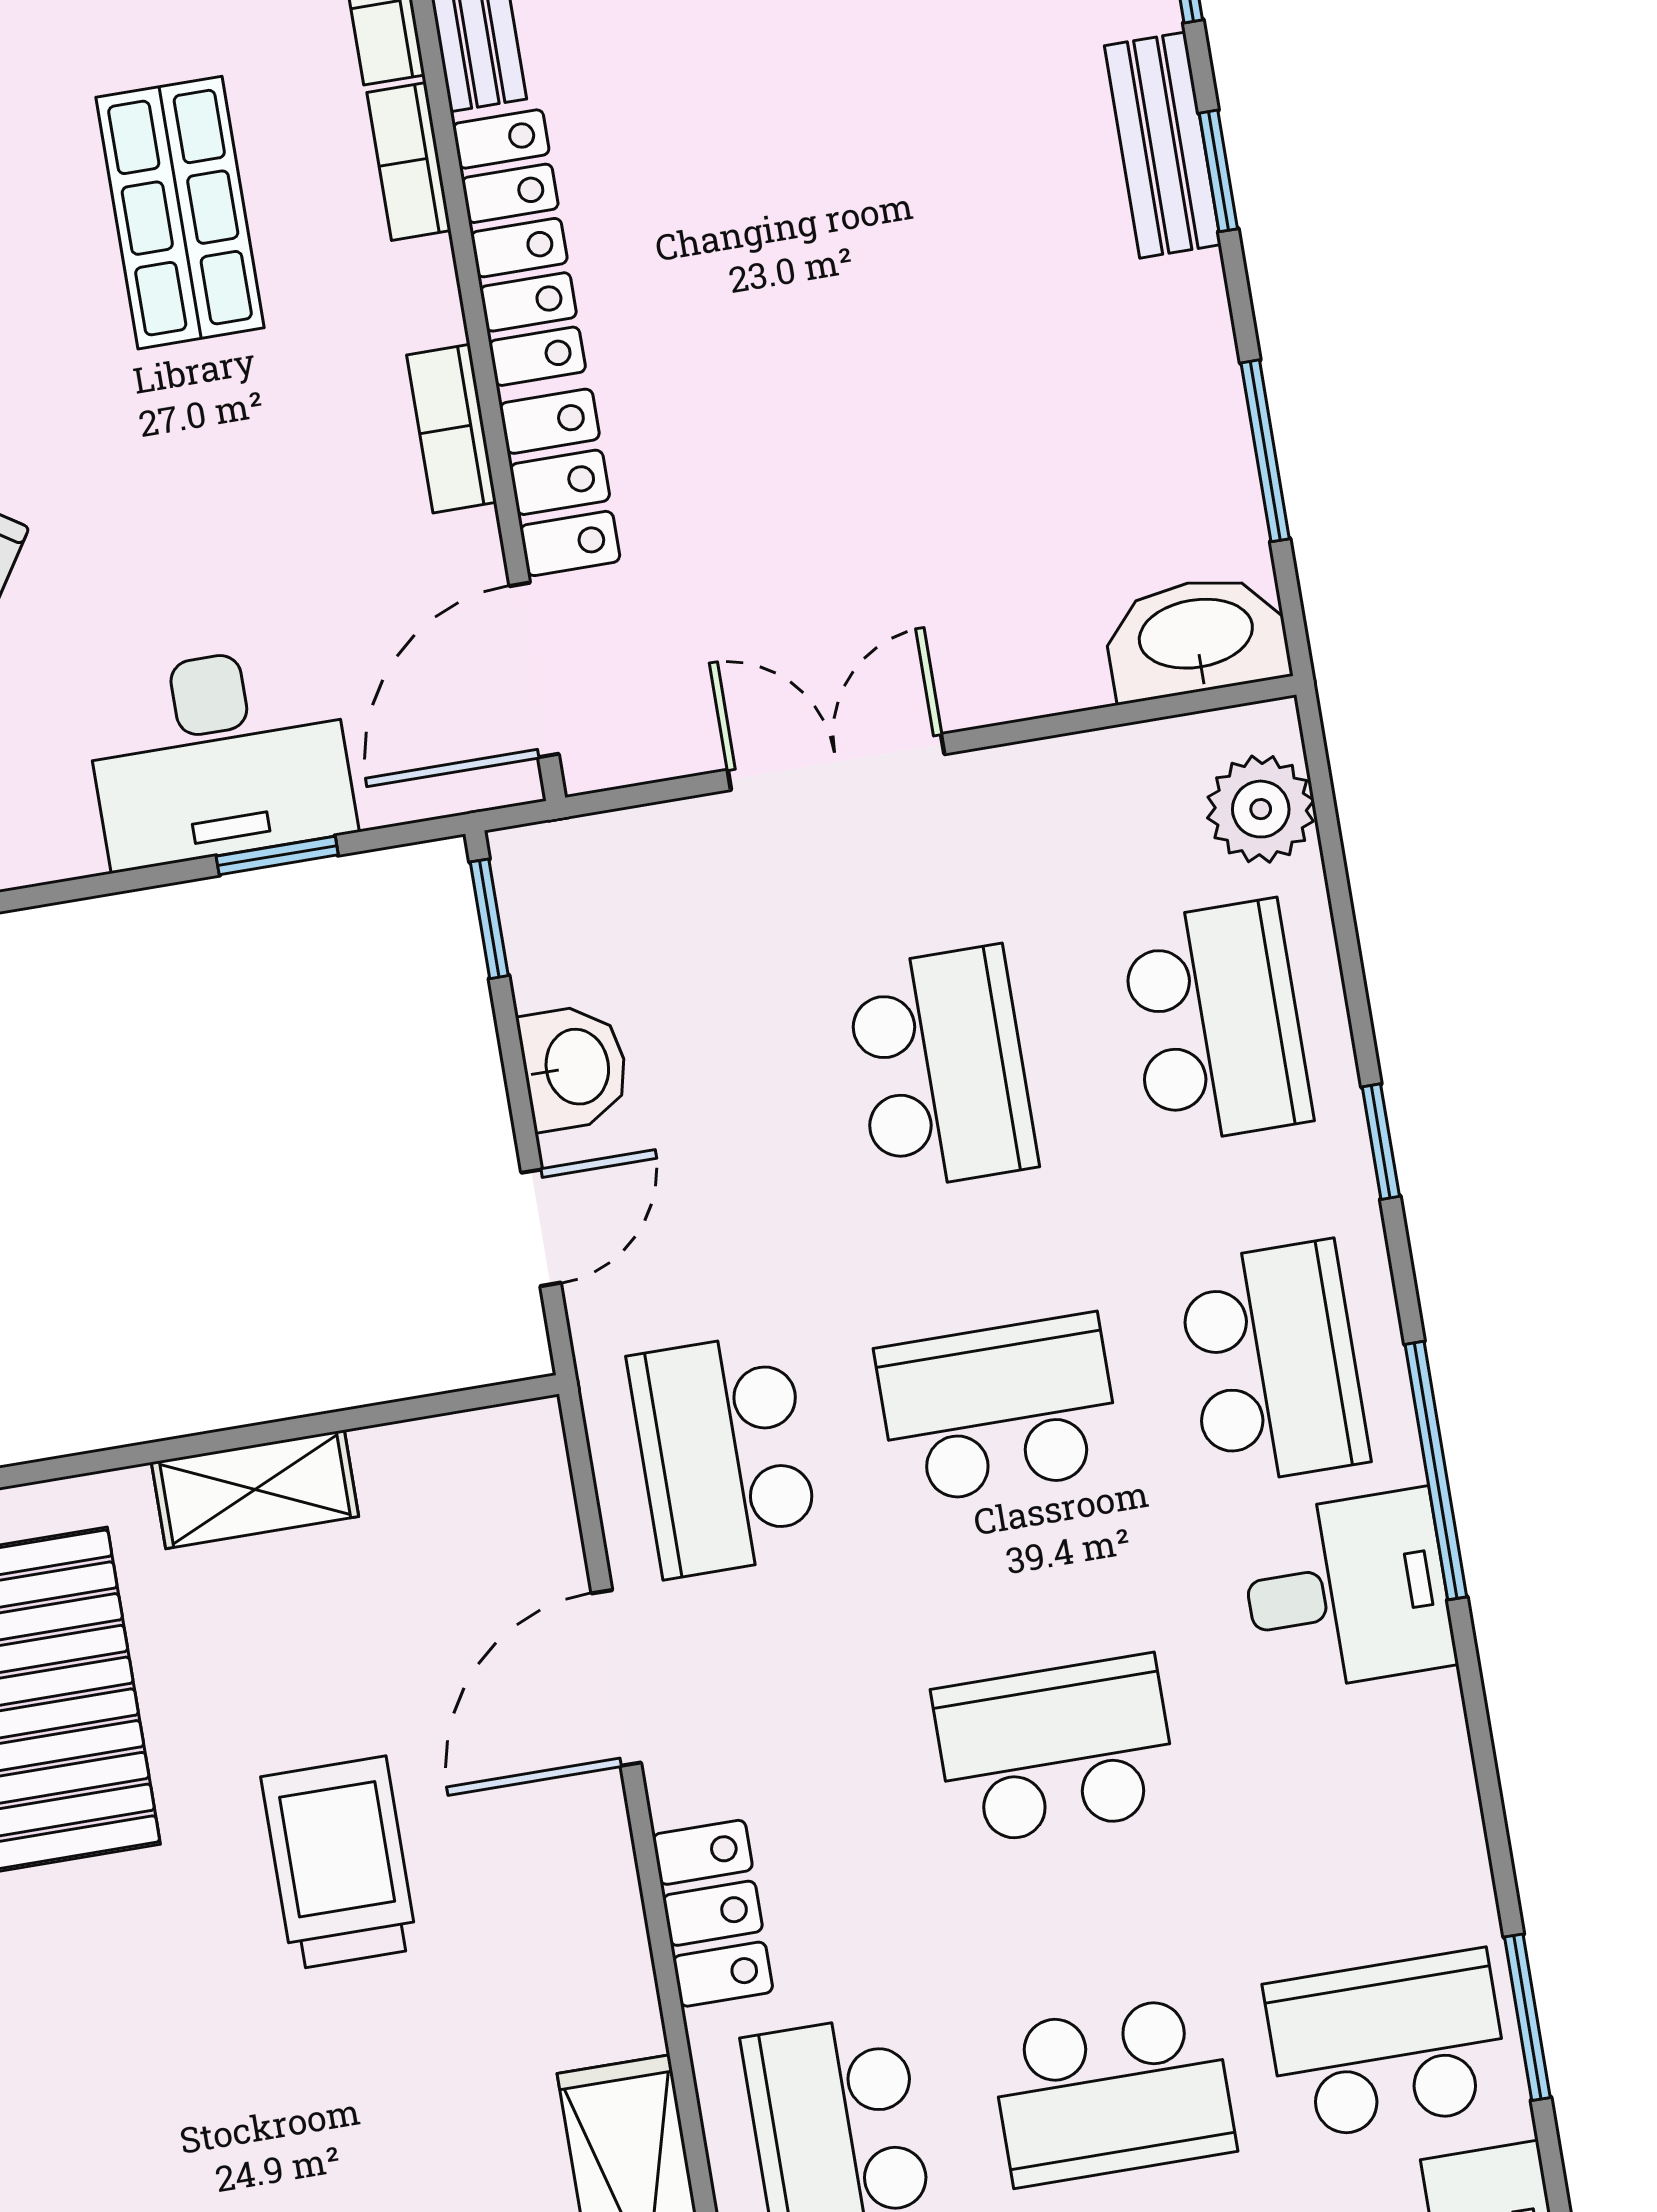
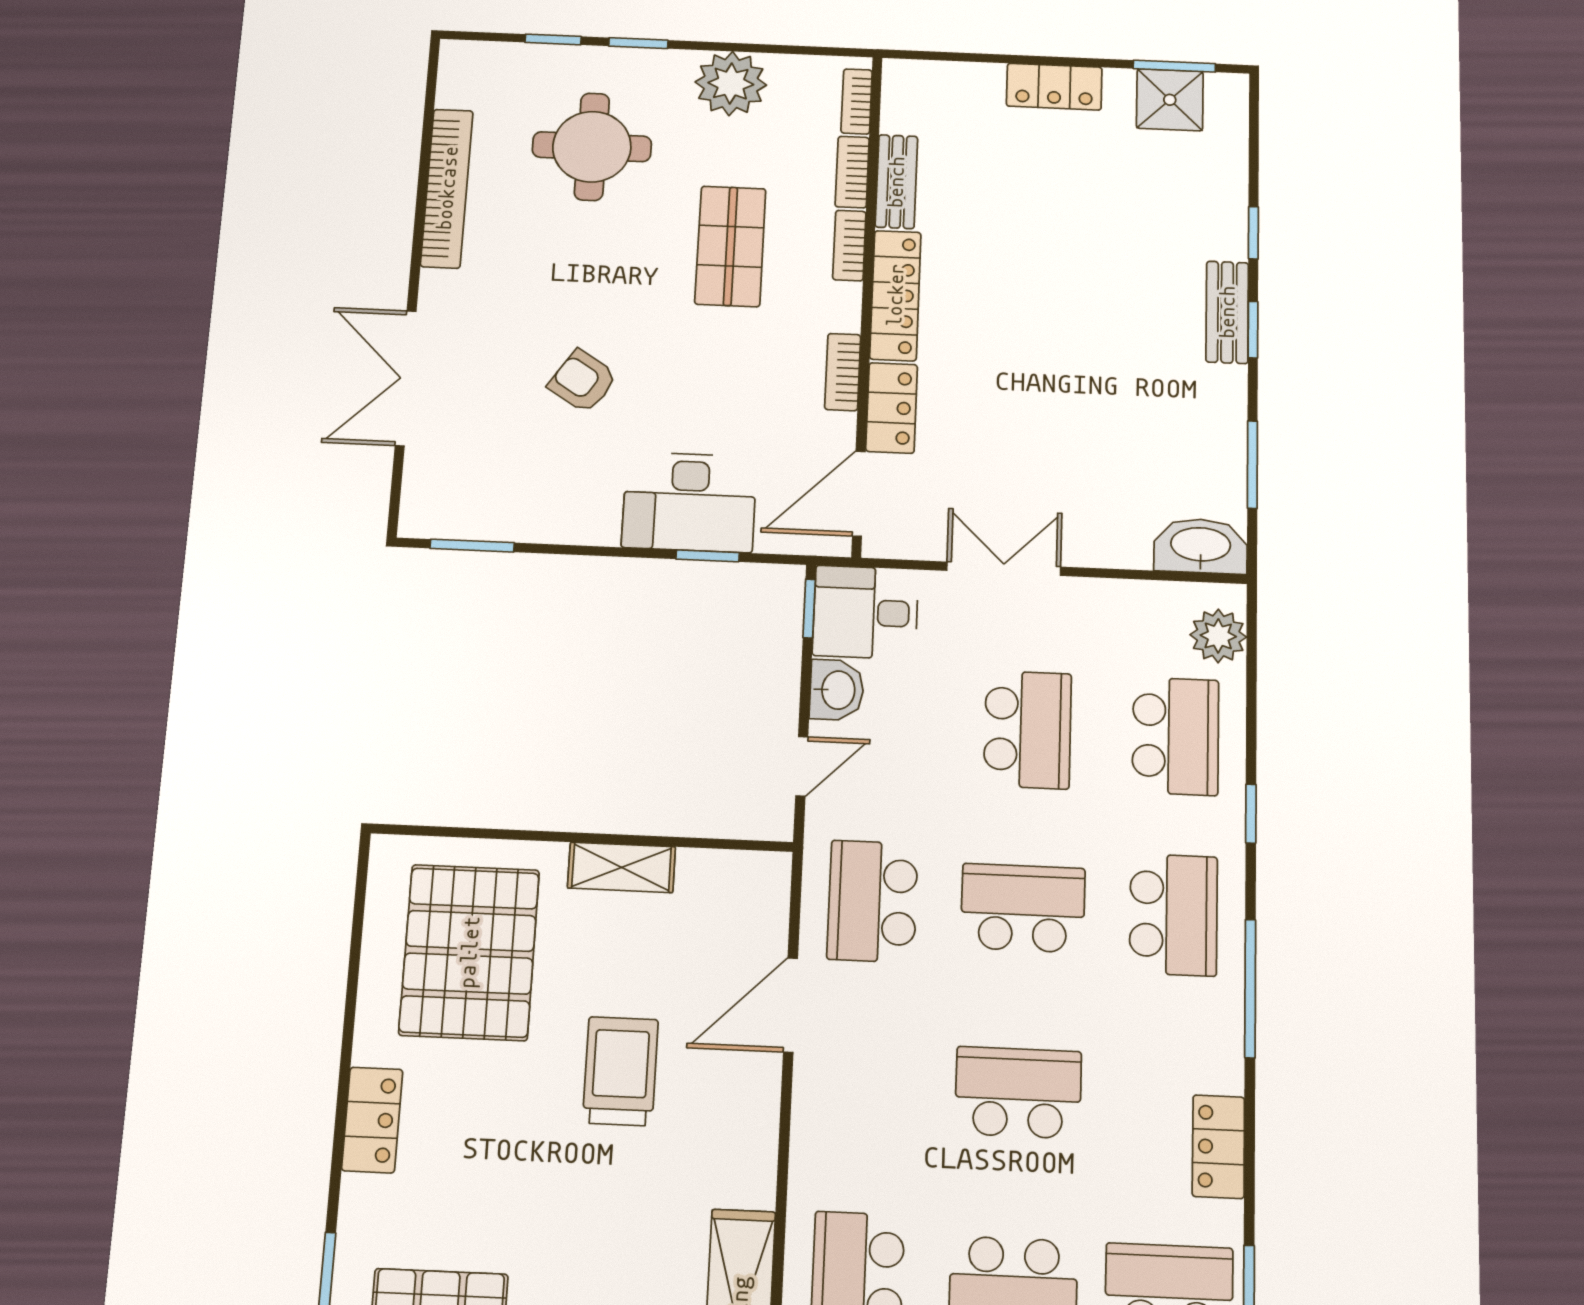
desk: (1347, 1591) -> (865, 612), moved, turned 180
locker: (713, 1913) -> (1218, 1147), moved, turned 180

